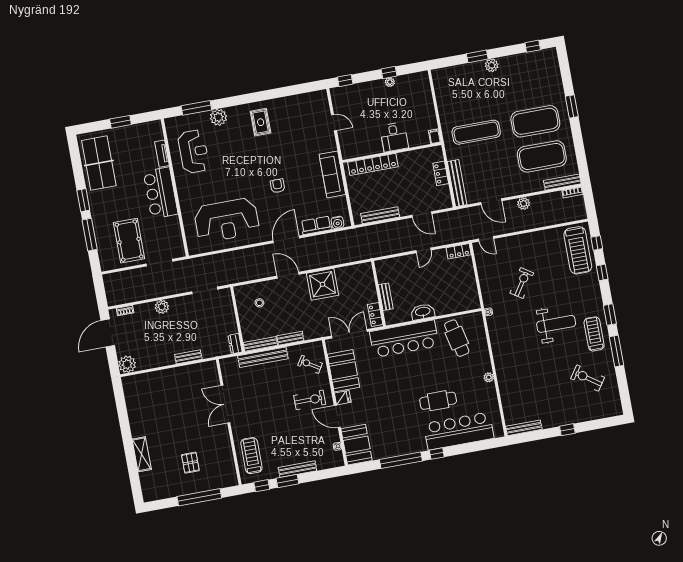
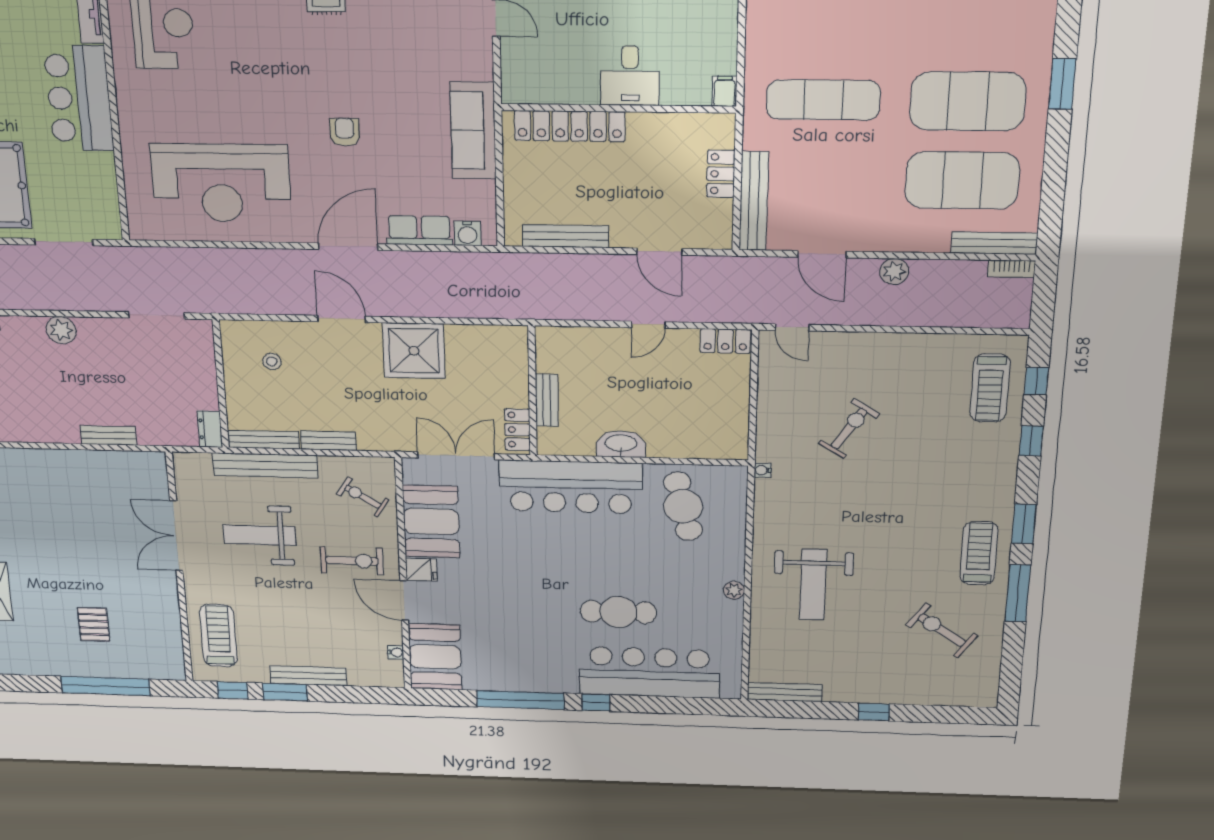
treadmill: (578, 250) -> (990, 388), width x0.73, depth x0.73
weight bench: (556, 324) -> (813, 584), moved, turned 90
weight bench: (265, 395) -> (259, 535), added

